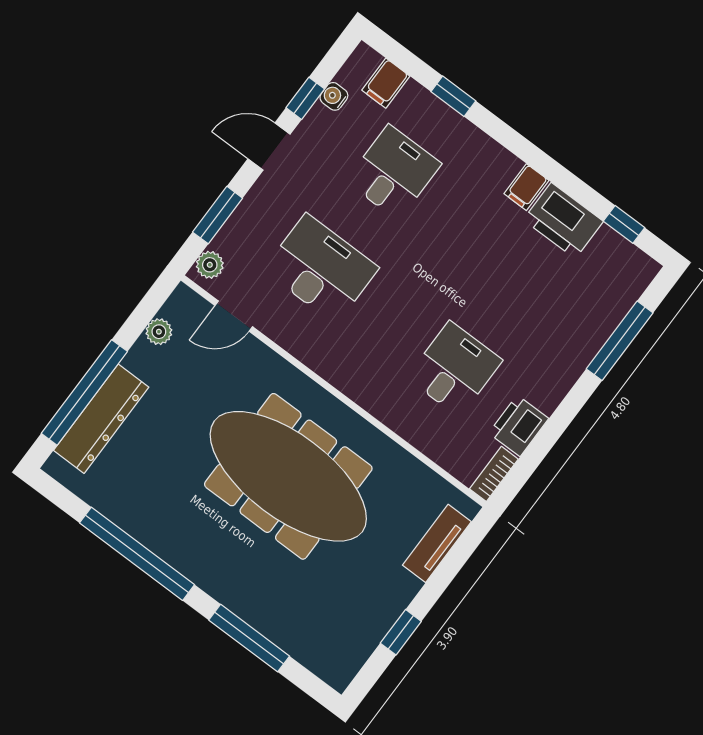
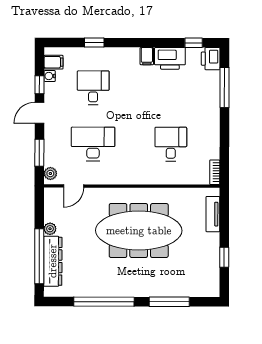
filing cabinet: (386, 83) -> (54, 62), moved, turned -90
plant: (159, 332) -> (50, 229), moved
printer: (519, 426) -> (211, 59), moved

